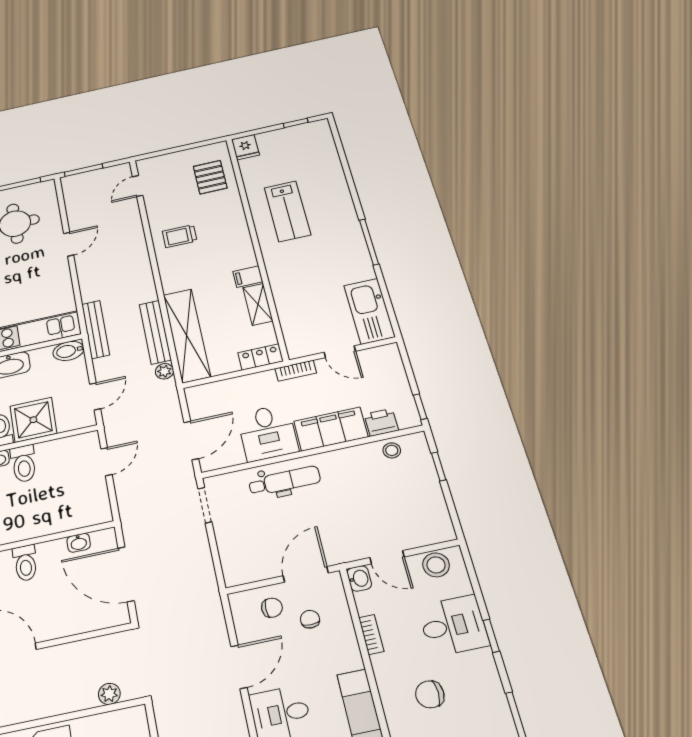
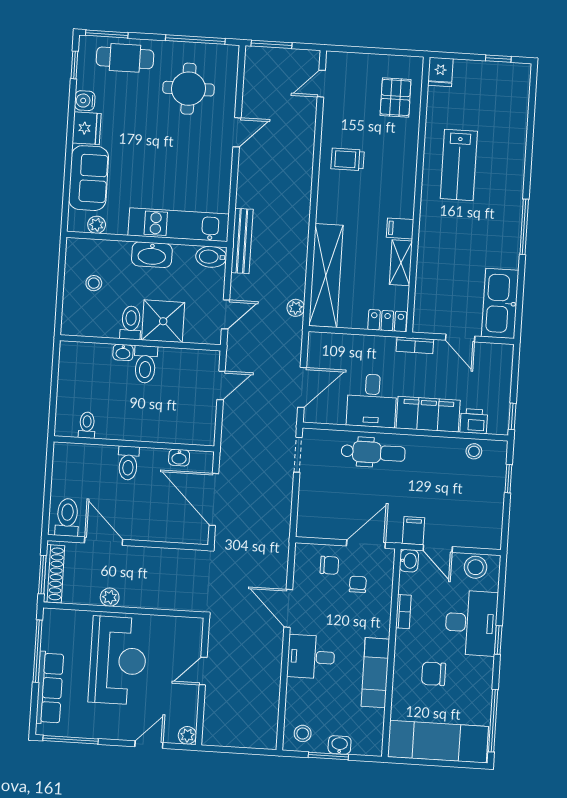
bench: (155, 332) -> (297, 262), removed
filing cabinet: (354, 546) -> (413, 531), added
desk: (453, 626) -> (471, 623), width x1.37
door: (239, 667) -> (288, 608), swing flipped
plant: (109, 694) -> (110, 597), moved

